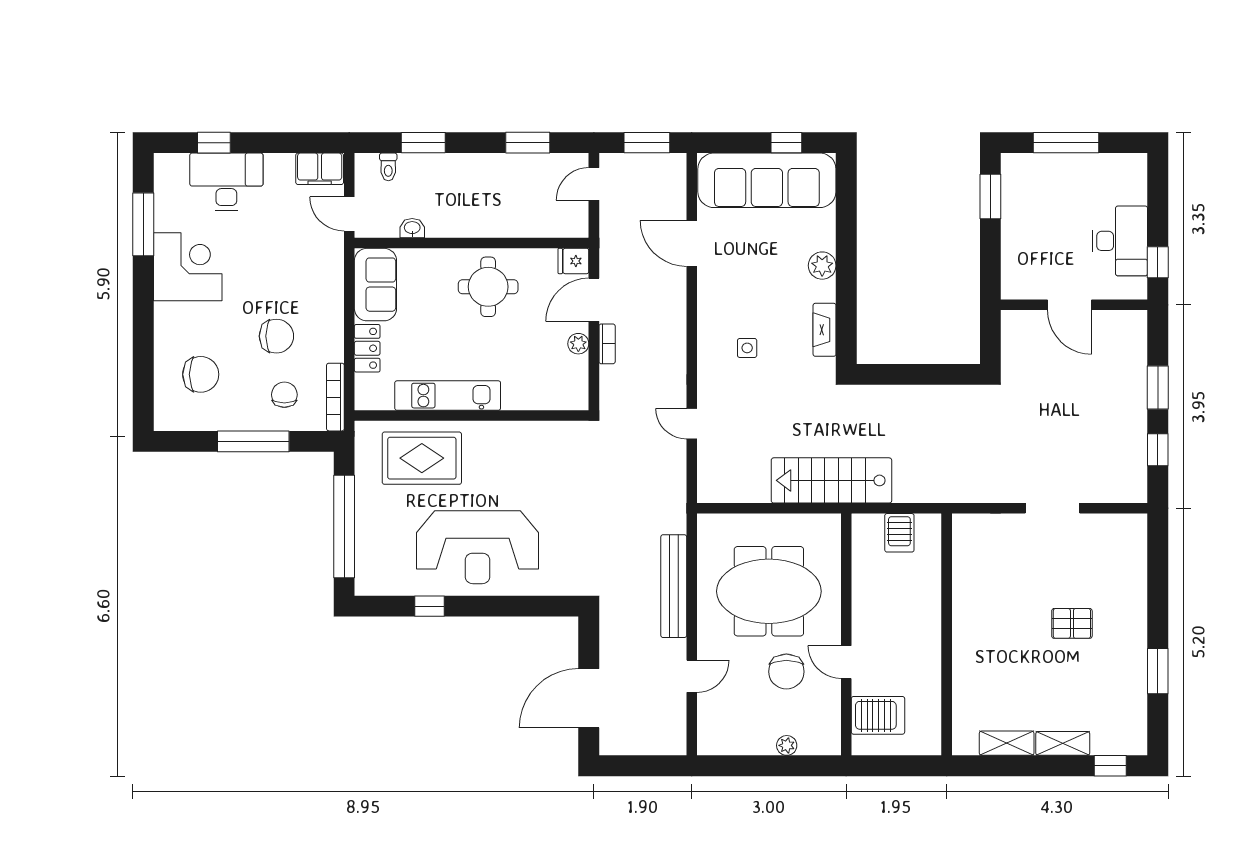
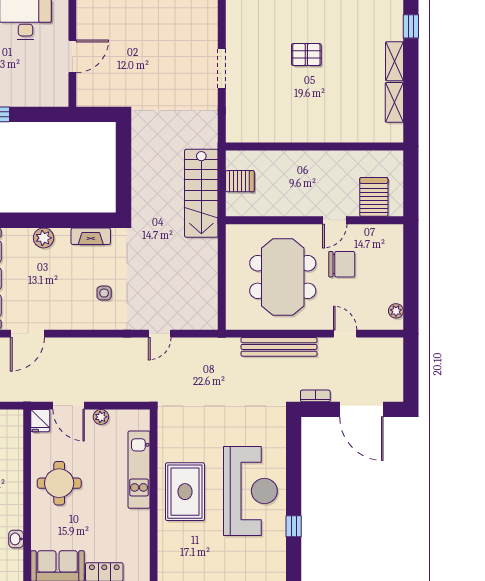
bookcase: (607, 344) -> (315, 396), moved
kitchen unit: (448, 396) -> (139, 470), moved
rug: (422, 458) -> (185, 492), moved
stairs: (831, 480) -> (201, 193), moved
pallet: (1072, 623) -> (306, 55), turned 90
plant: (787, 745) -> (396, 311), moved

